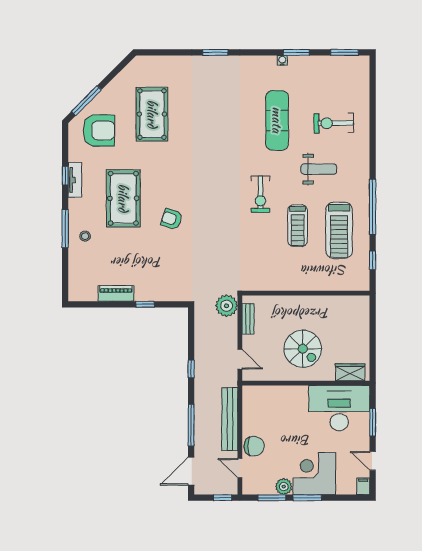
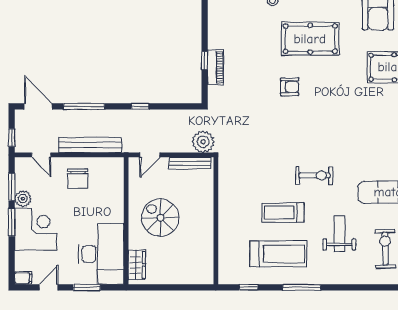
weight bench: (319, 169) -> (339, 234), turned 180
exercise bike: (260, 194) -> (314, 175), turned 180
window: (373, 207) -> (302, 287), width x0.68
armchair: (172, 219) -> (290, 87), turned 72
treadmill: (339, 230) -> (278, 254), turned 180
piano: (116, 293) -> (215, 67), moved
bench: (248, 319) -> (190, 163), width x1.36
spiral stairs: (303, 349) -> (160, 218), turned 90
chair: (254, 446) -> (78, 179), moved
door: (240, 468) -> (41, 155), swing flipped

